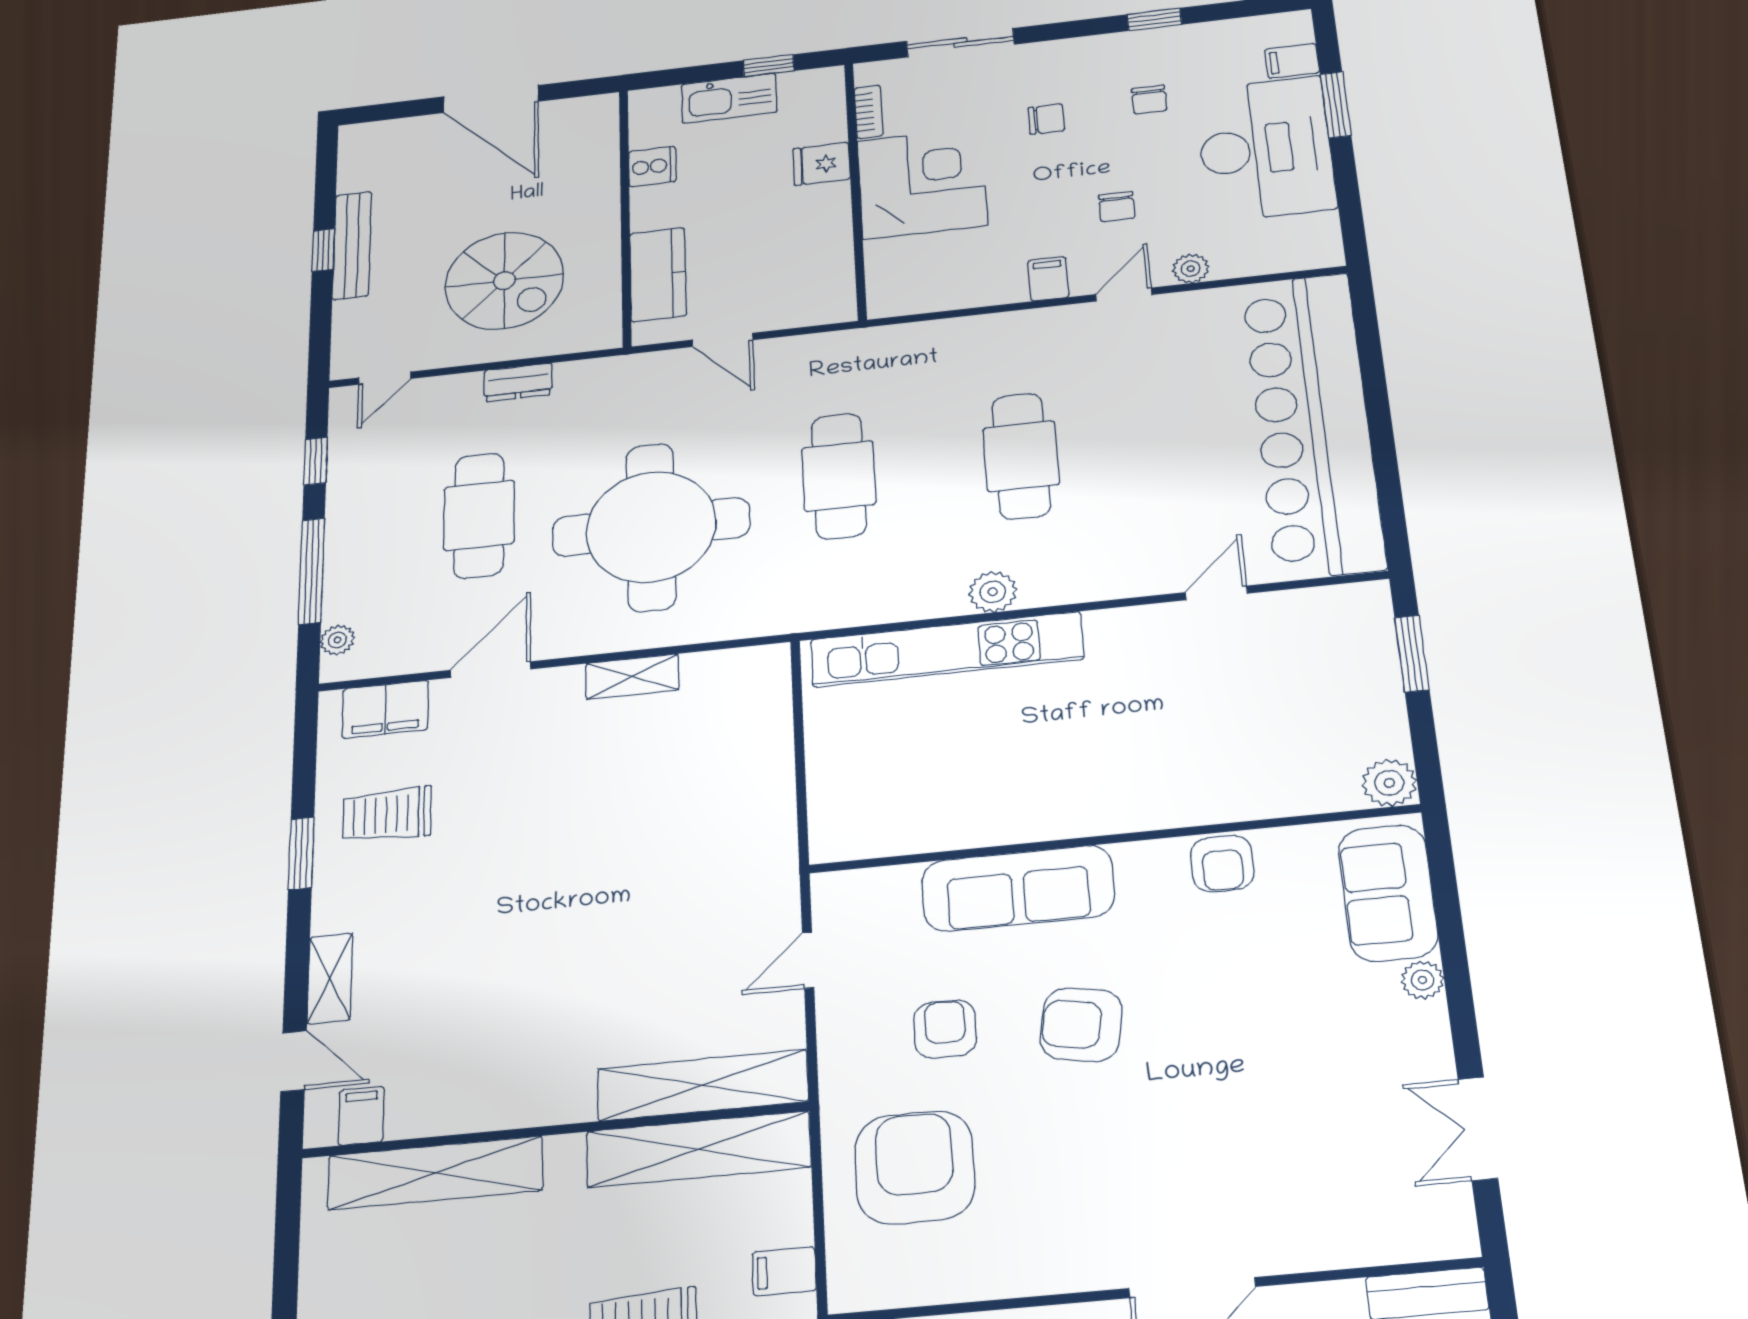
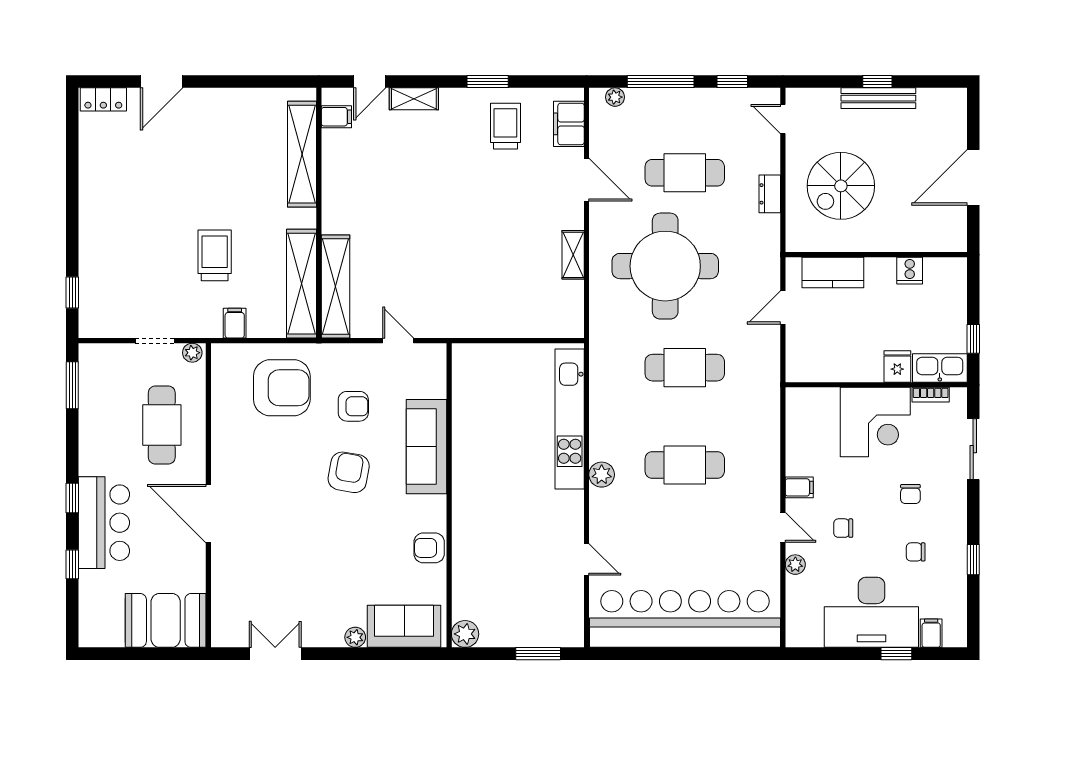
kitchen sink: (729, 98) -> (940, 368), moved, turned 90
window: (1336, 105) -> (896, 654), width x0.67
plant: (993, 592) -> (602, 475), moved

